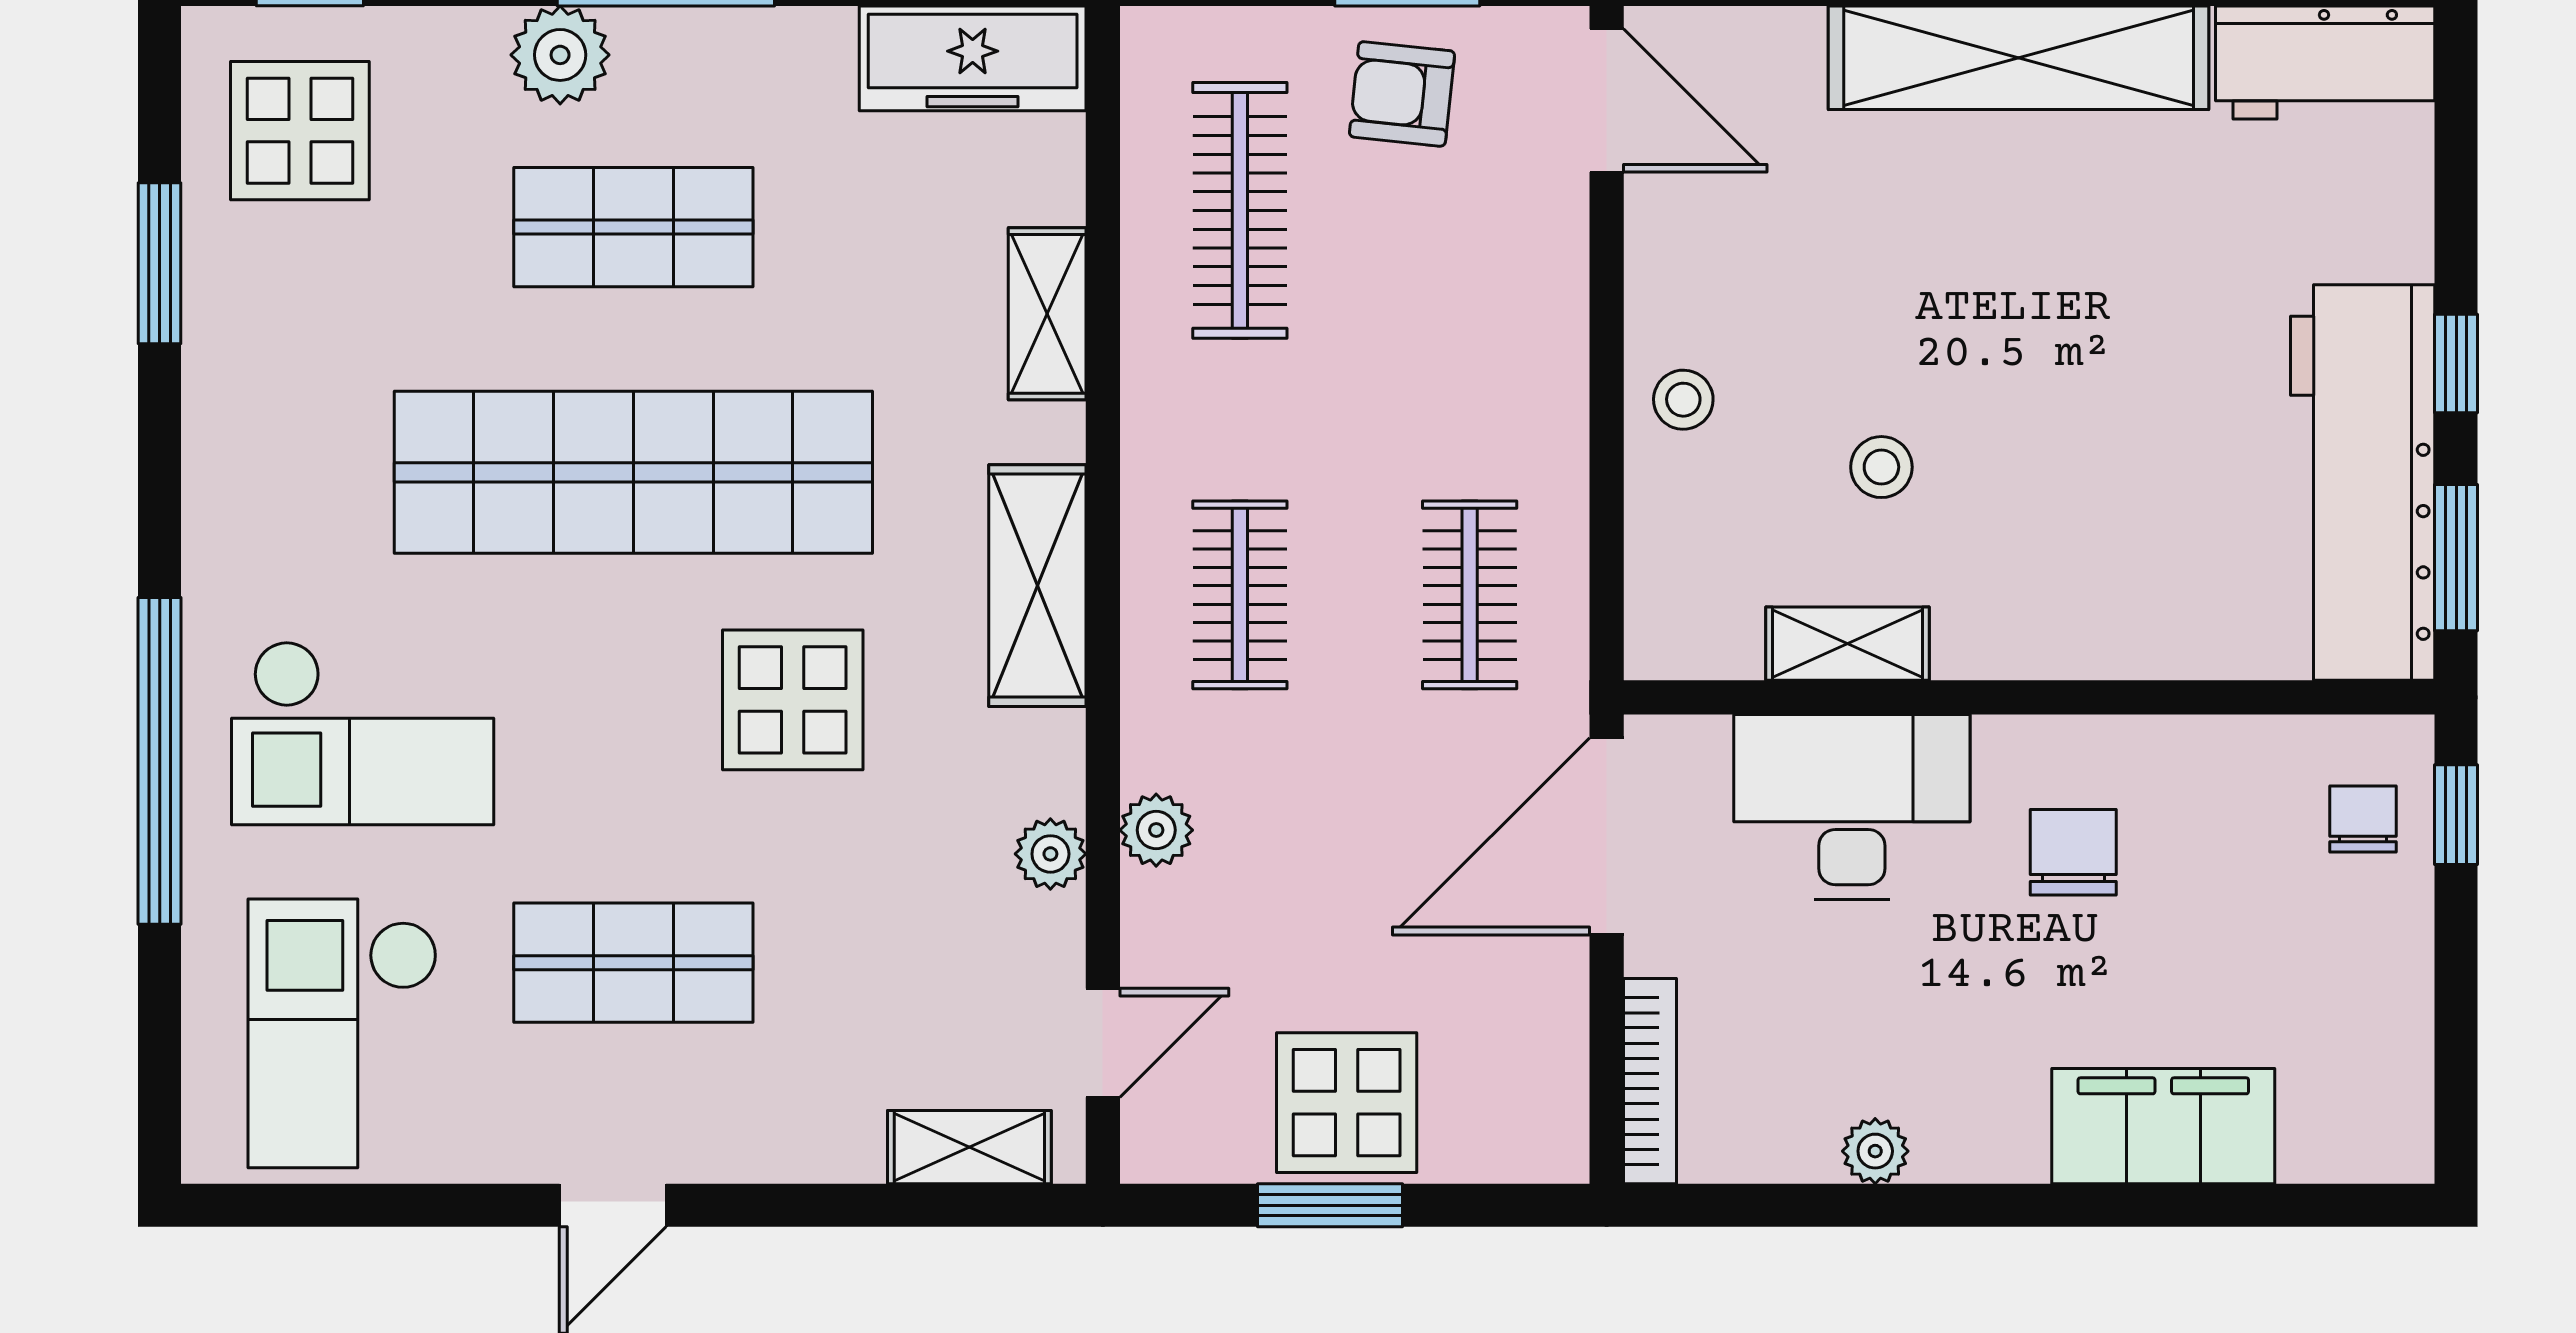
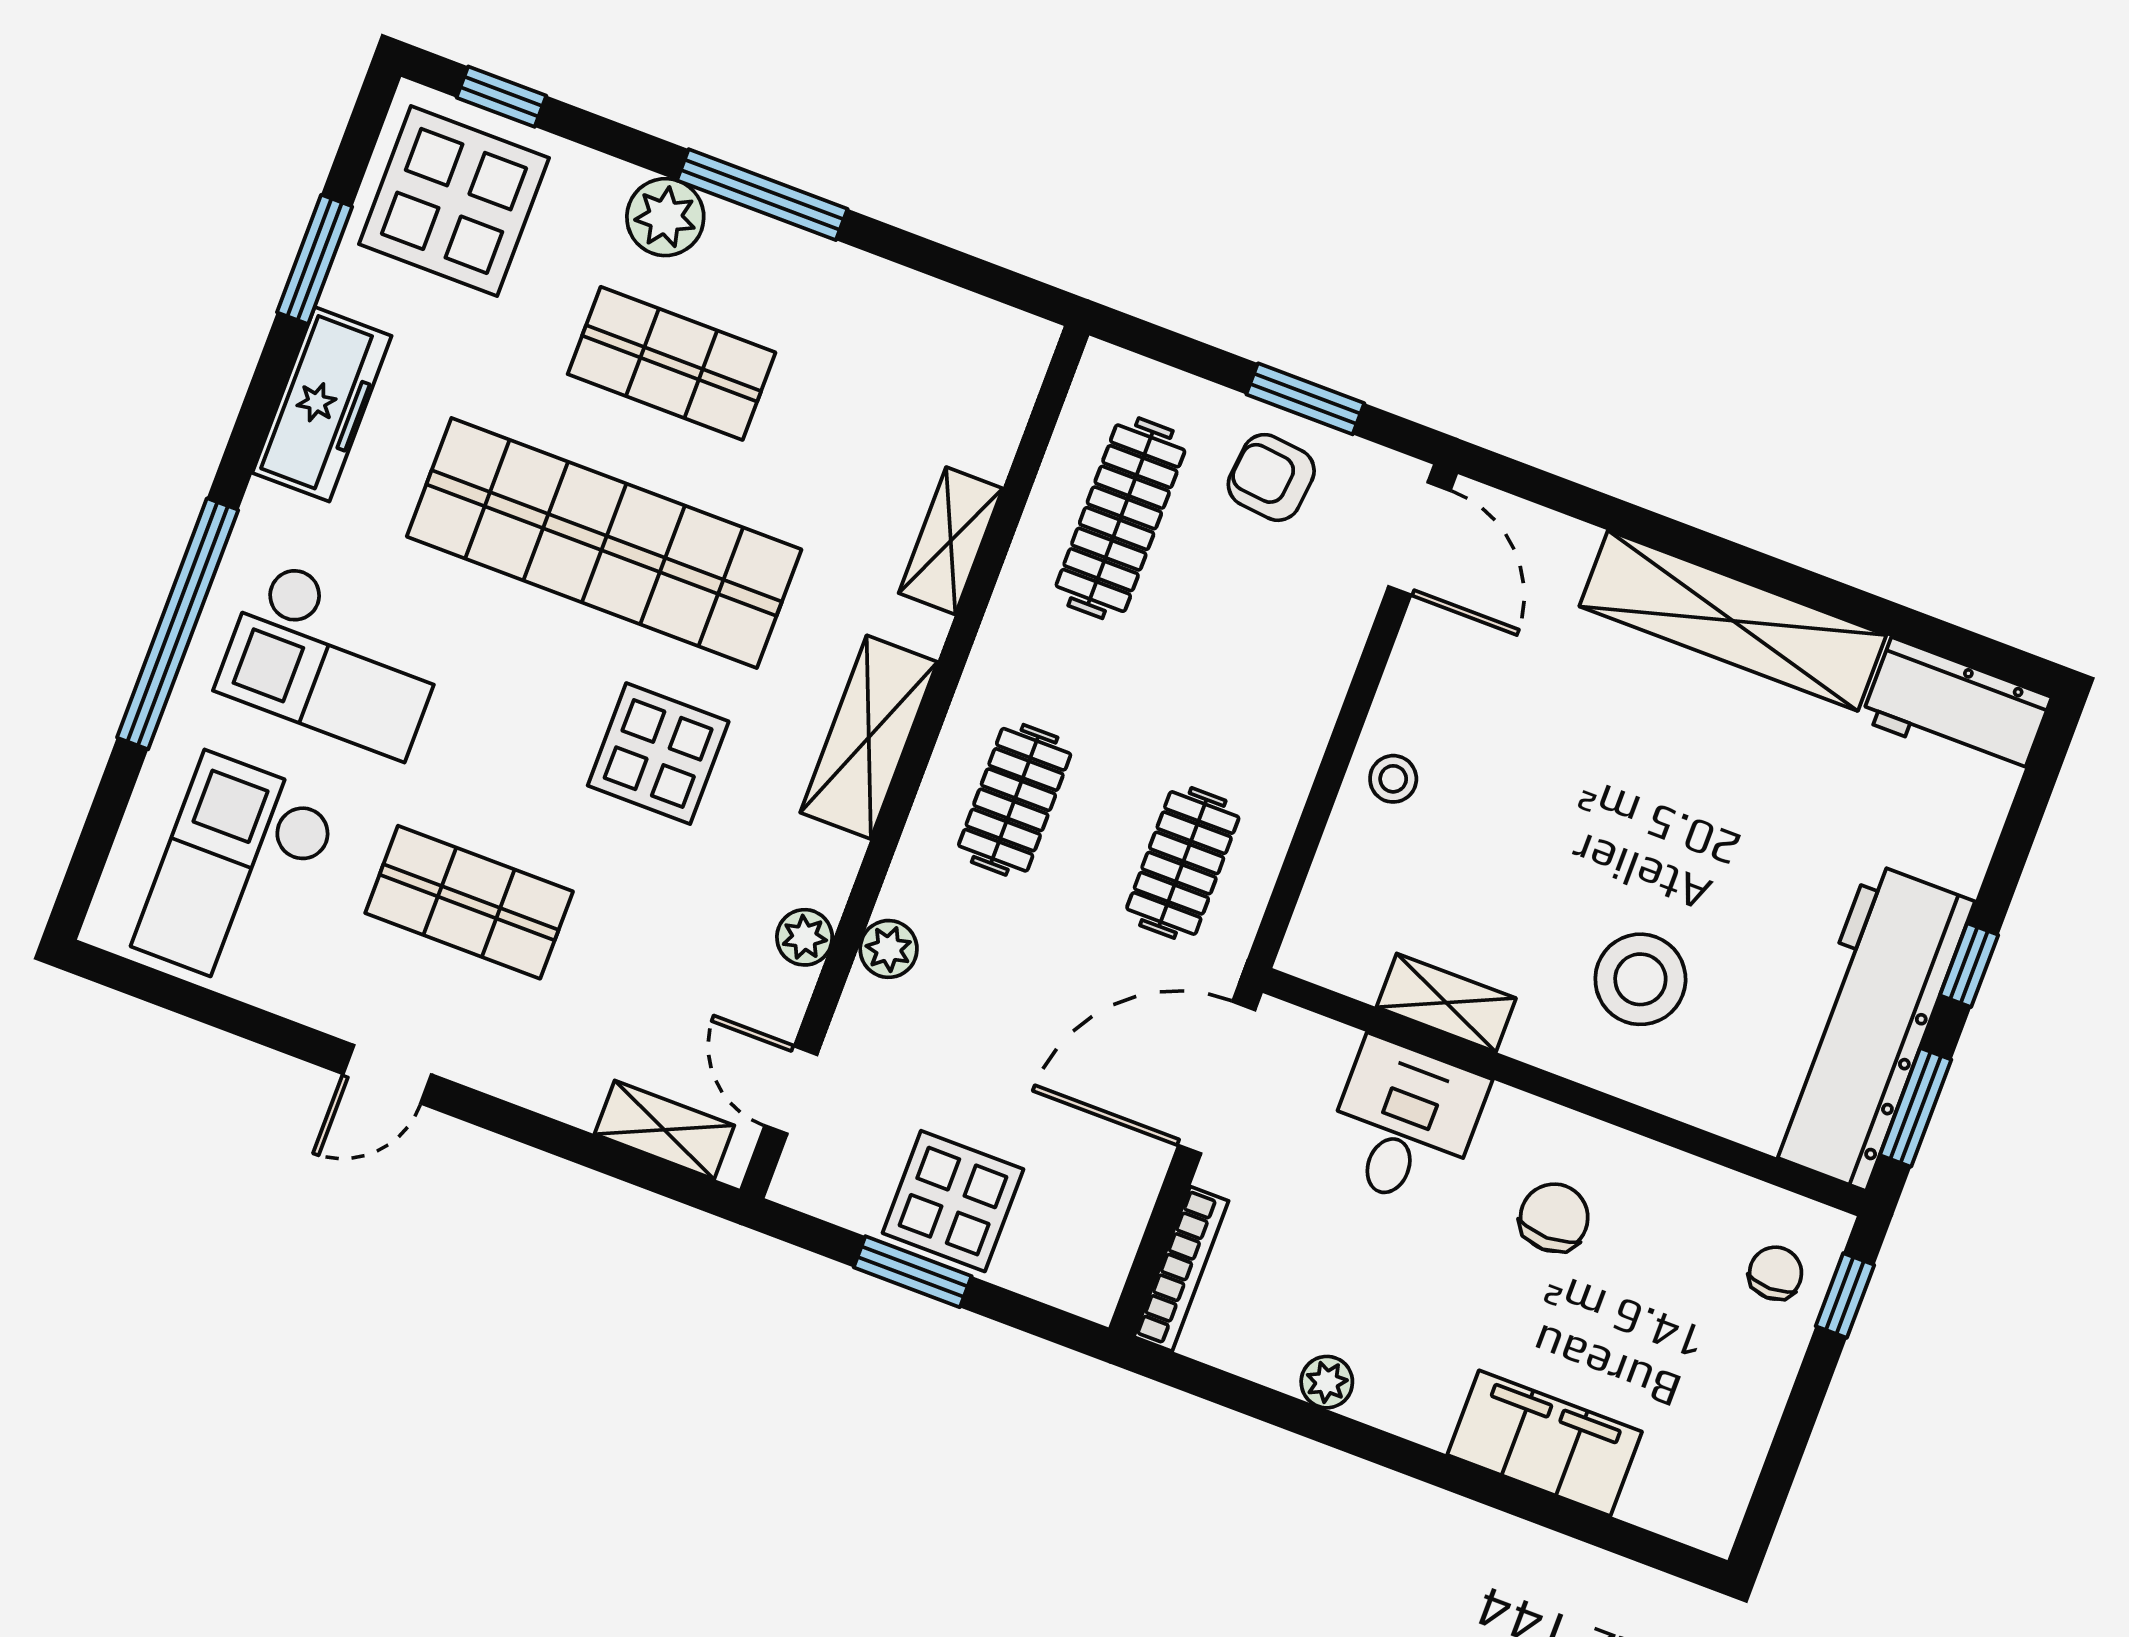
freezer: (973, 58) -> (322, 404), moved, turned -90
display table: (300, 131) -> (454, 201), width x1.36, depth x1.36
stool: (1881, 467) -> (1640, 979), moved, width x1.89, depth x1.89
desk: (1852, 807) -> (1404, 1124), width x0.73
door: (1103, 1043) -> (791, 1090), swing flipped

